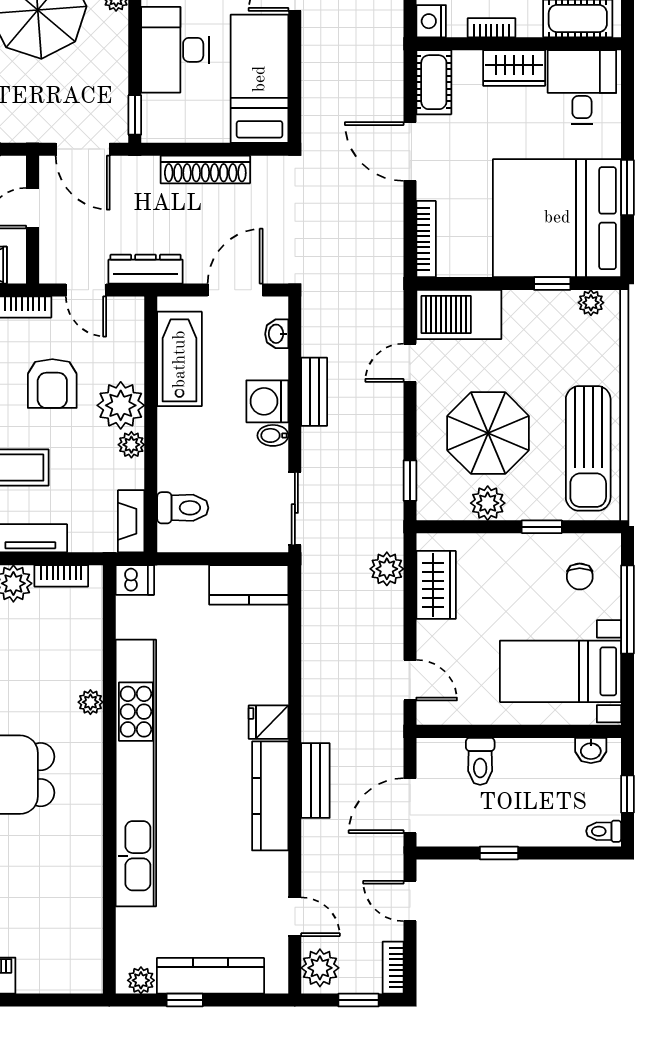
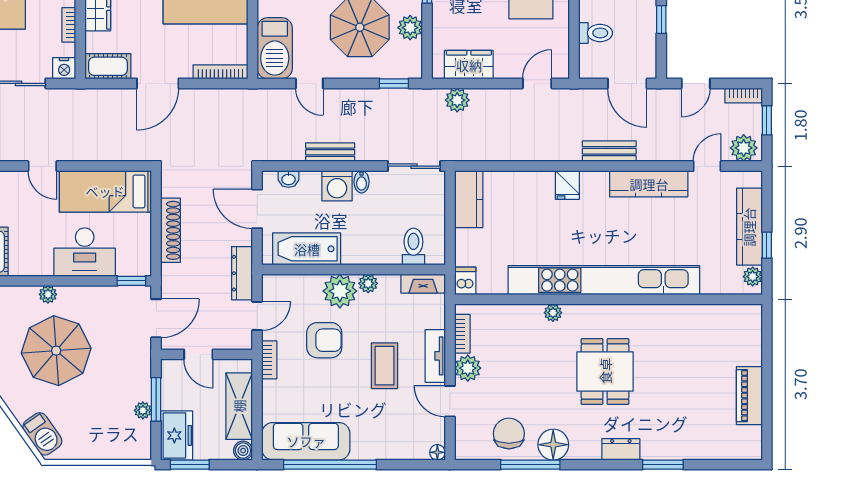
kitchen counter: (270, 796) -> (649, 184), moved

